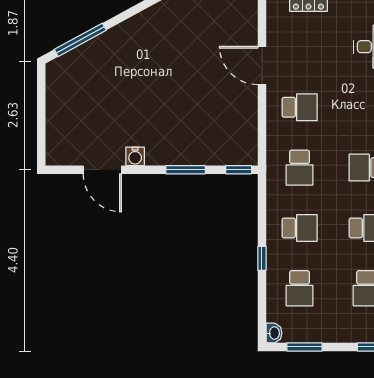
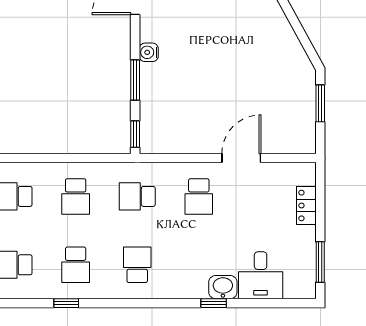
water cooler: (135, 156) -> (149, 52), moved
window: (262, 258) -> (44, 158), removed

